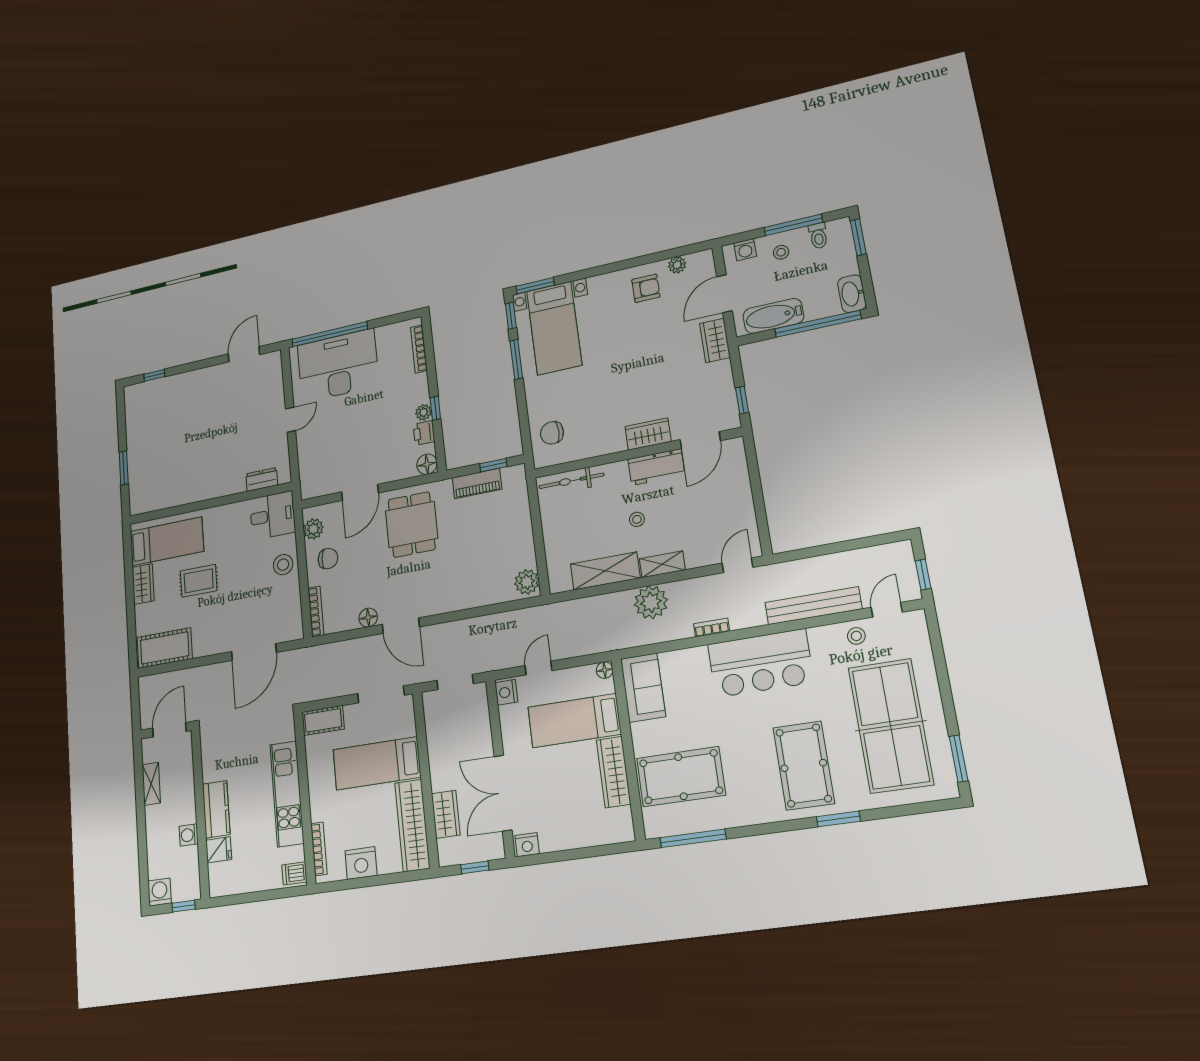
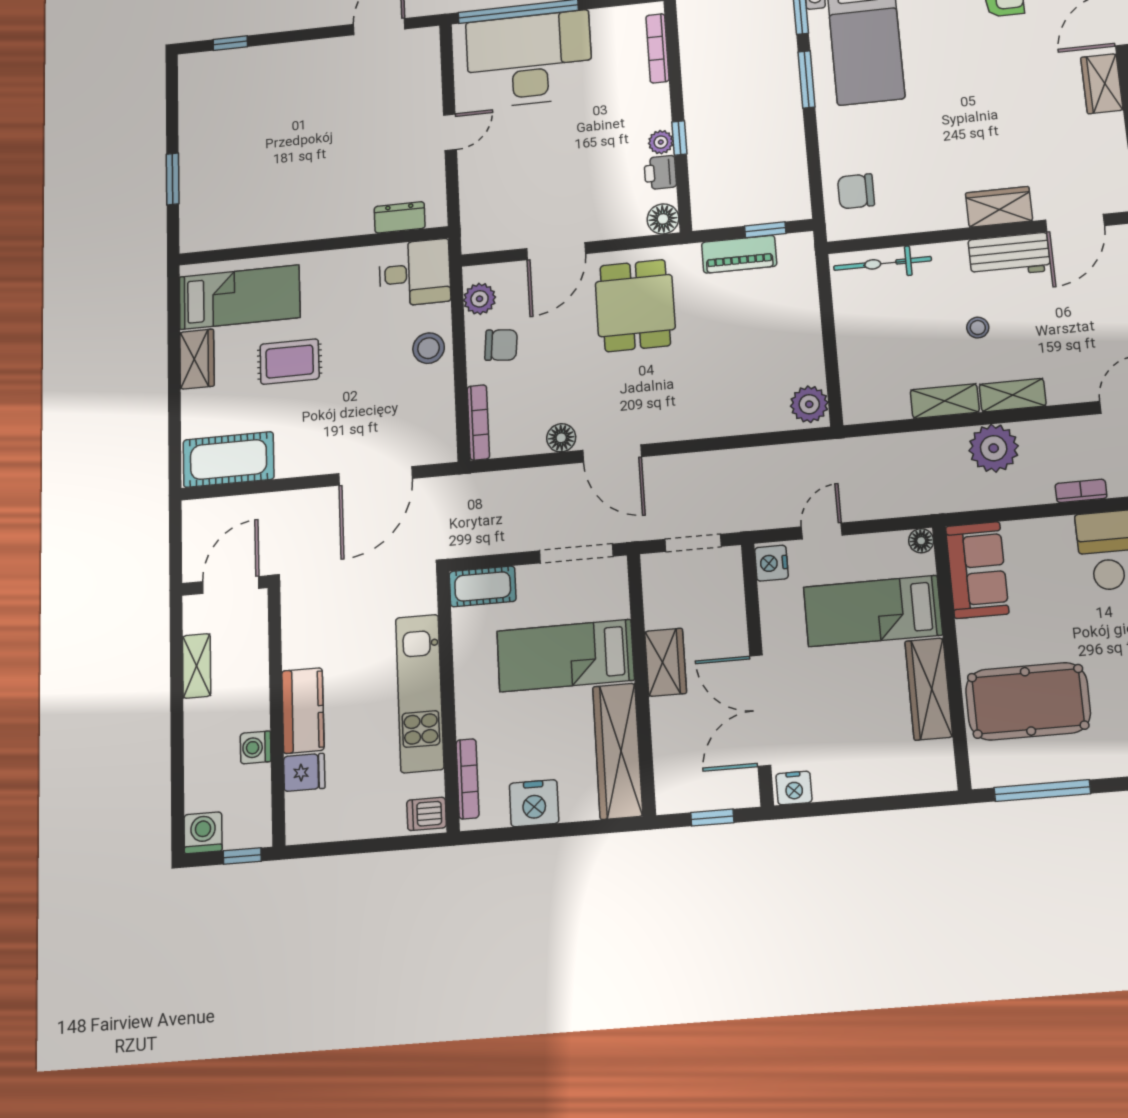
shelving: (605, 571) -> (945, 401), width x0.67, depth x0.75
wardrobe: (446, 814) -> (666, 662), moved

